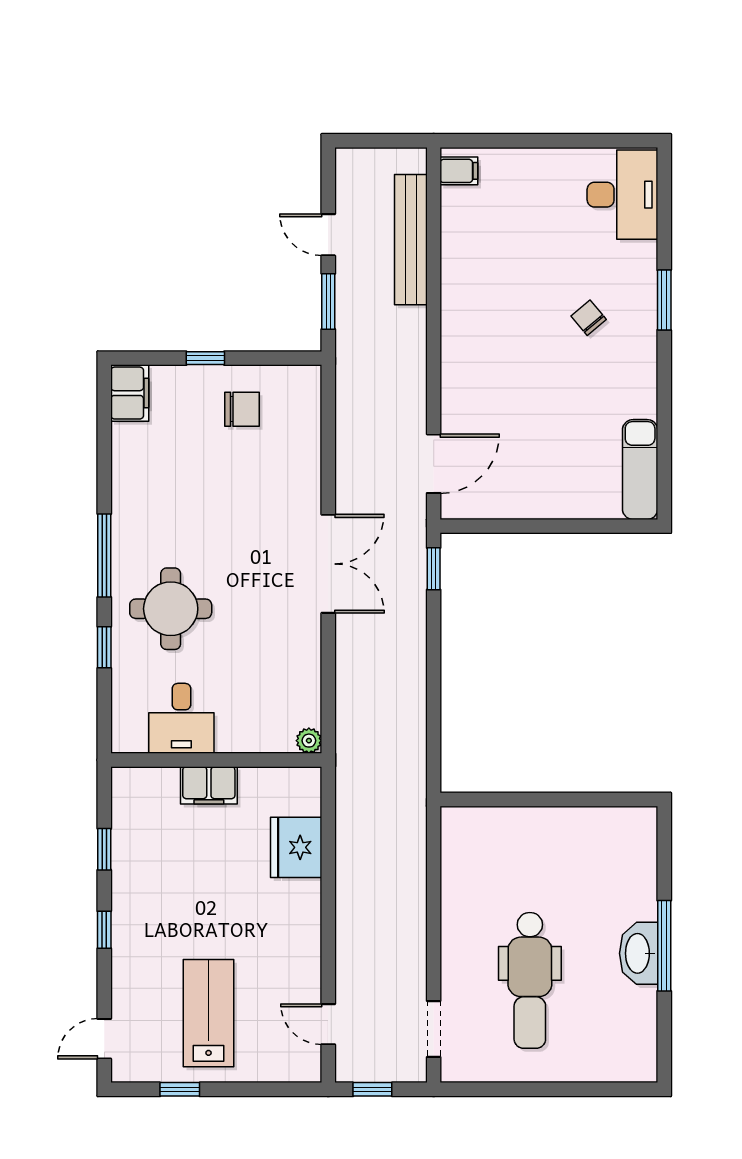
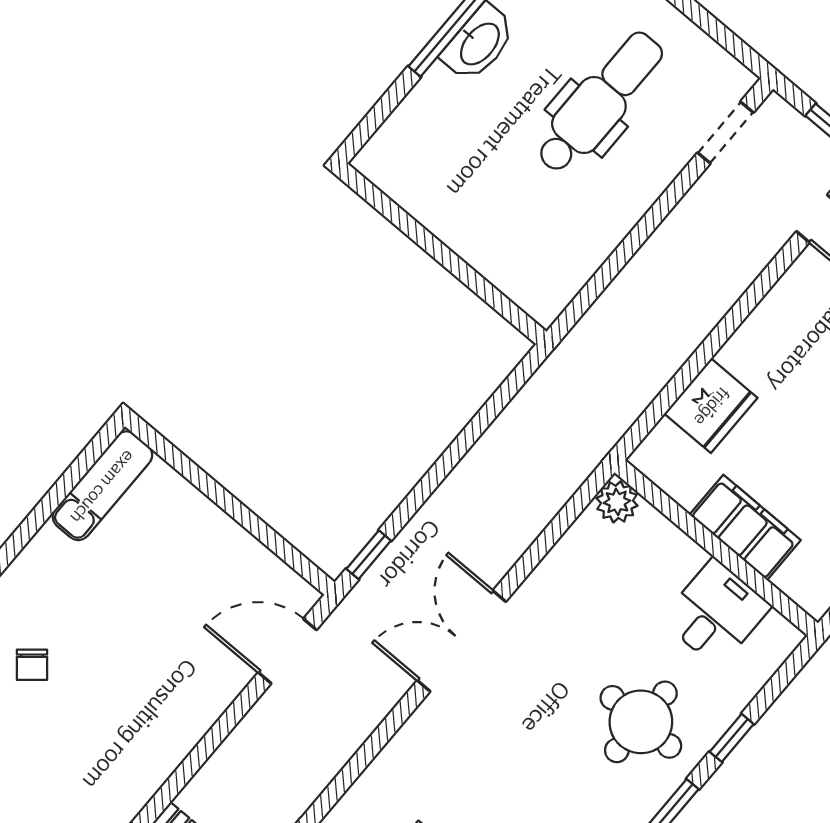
plant: (309, 741) -> (617, 502), width x1.38, depth x1.38
filing cabinet: (209, 785) -> (745, 527), width x1.50, depth x1.17

